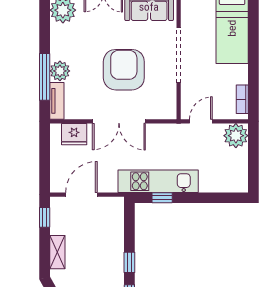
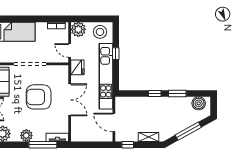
plant: (60, 71) -> (26, 135), moved
fridge: (74, 134) -> (77, 67), moved
stool: (232, 172) -> (100, 32), added
kitchen unit: (158, 181) -> (106, 76), width x1.36
window: (162, 198) -> (116, 54), moved

